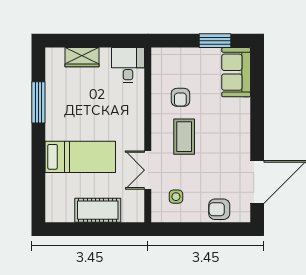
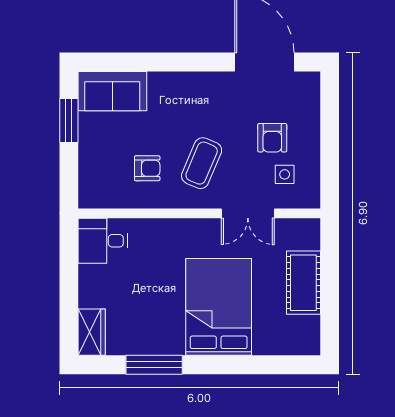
wardrobe: (82, 57) -> (92, 332), moved
coffee table: (184, 137) -> (202, 163), turned -67
bed: (80, 157) -> (219, 307), width x1.50
armchair: (219, 209) -> (272, 138), moved

